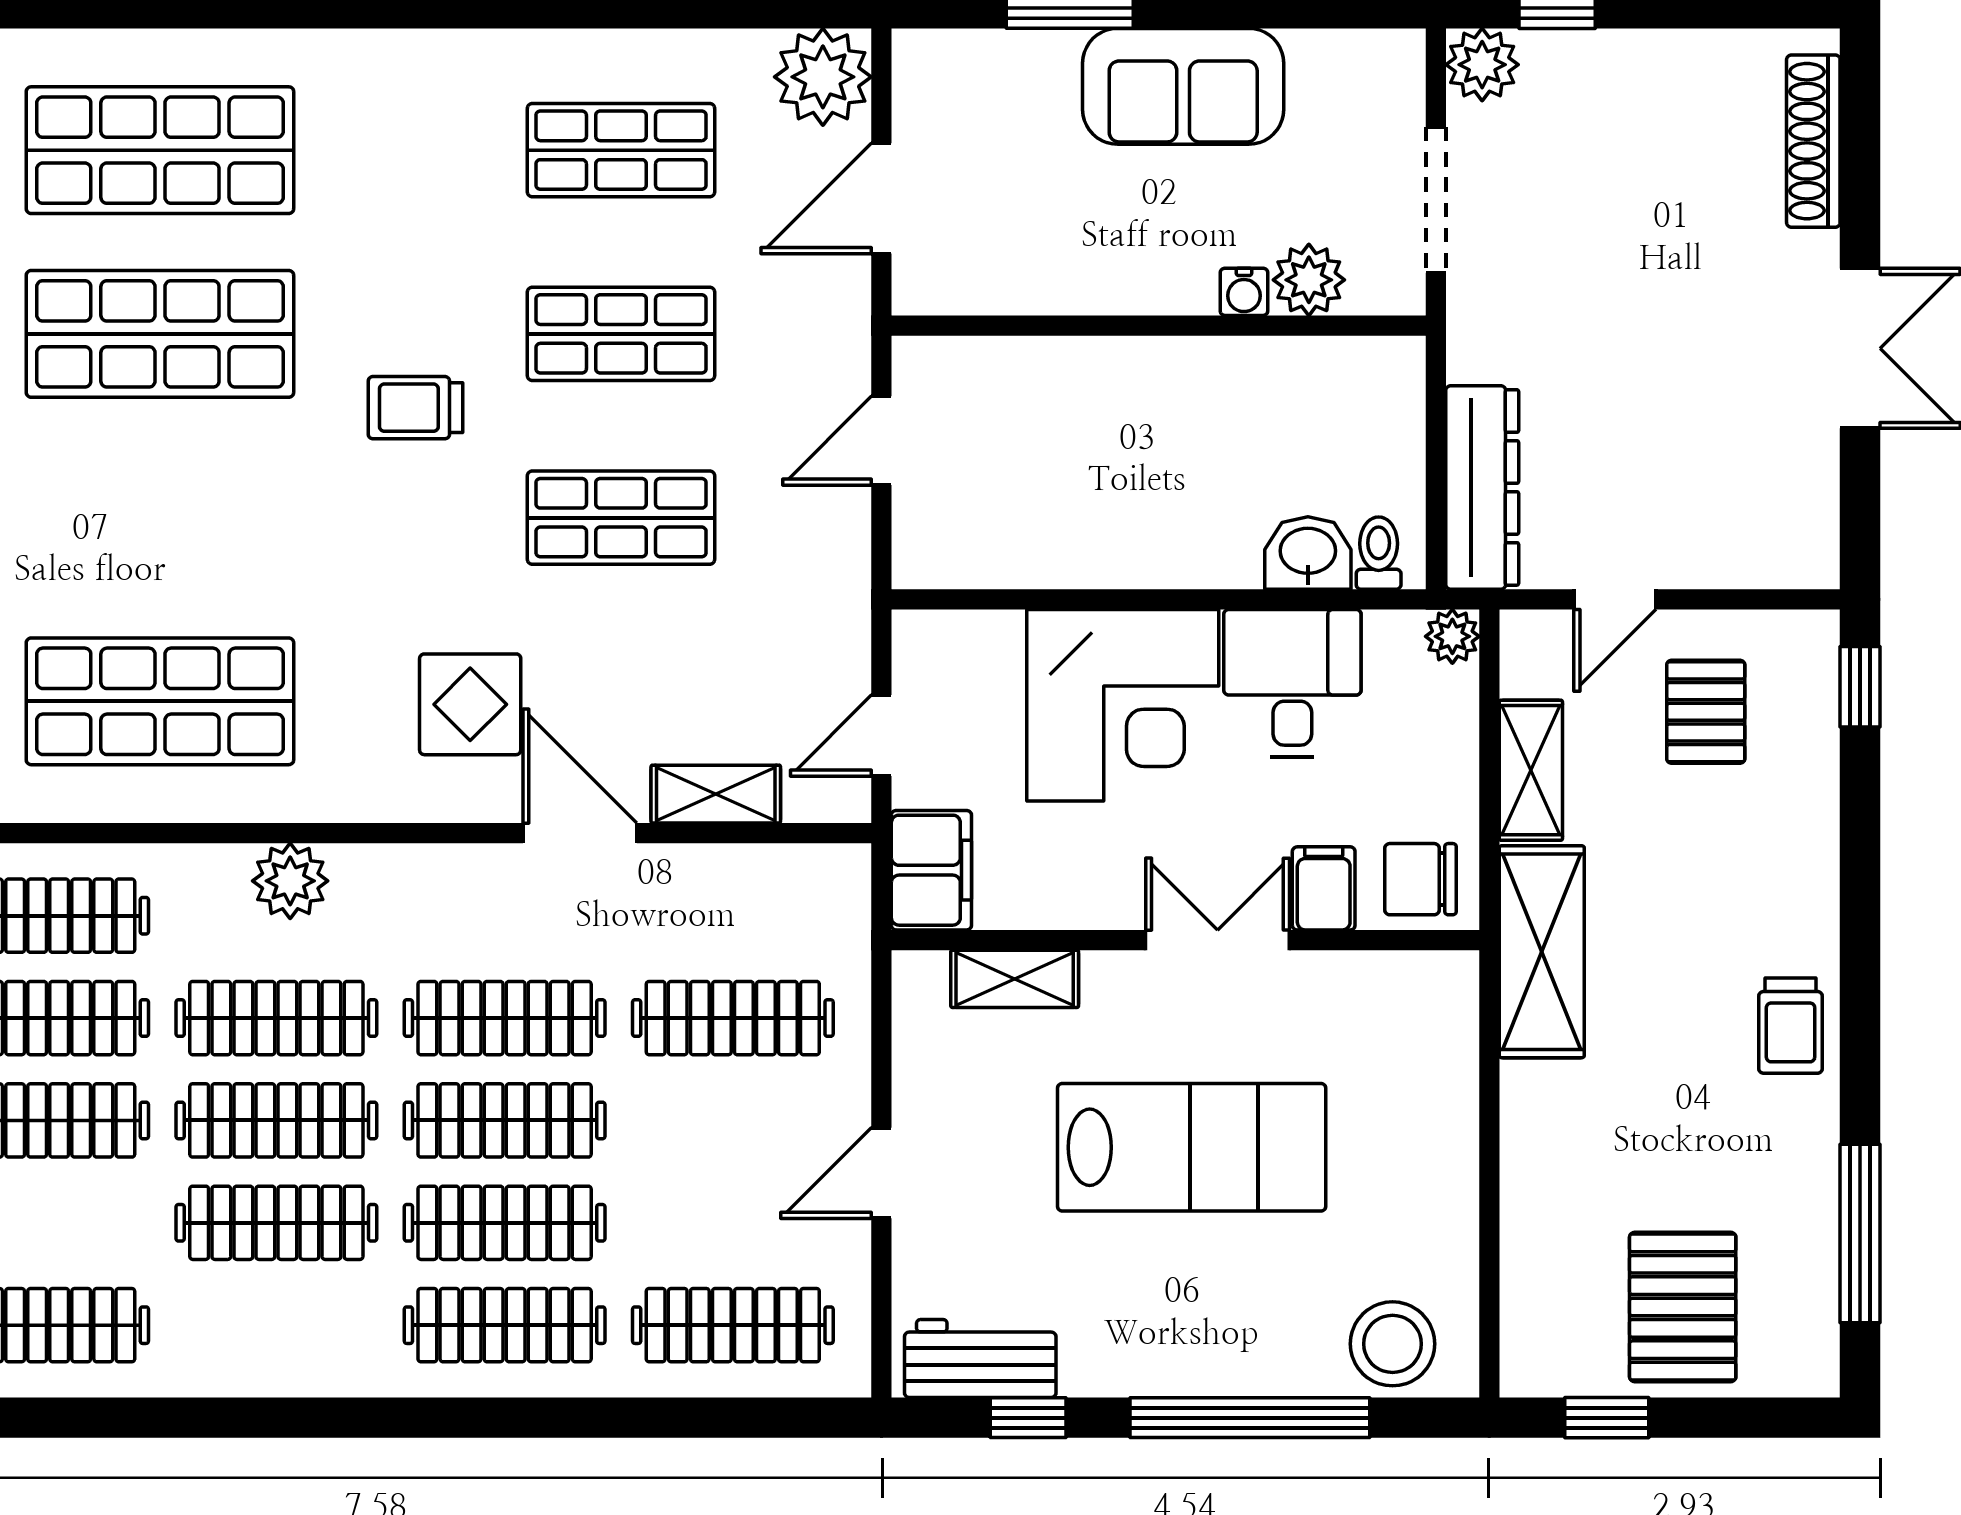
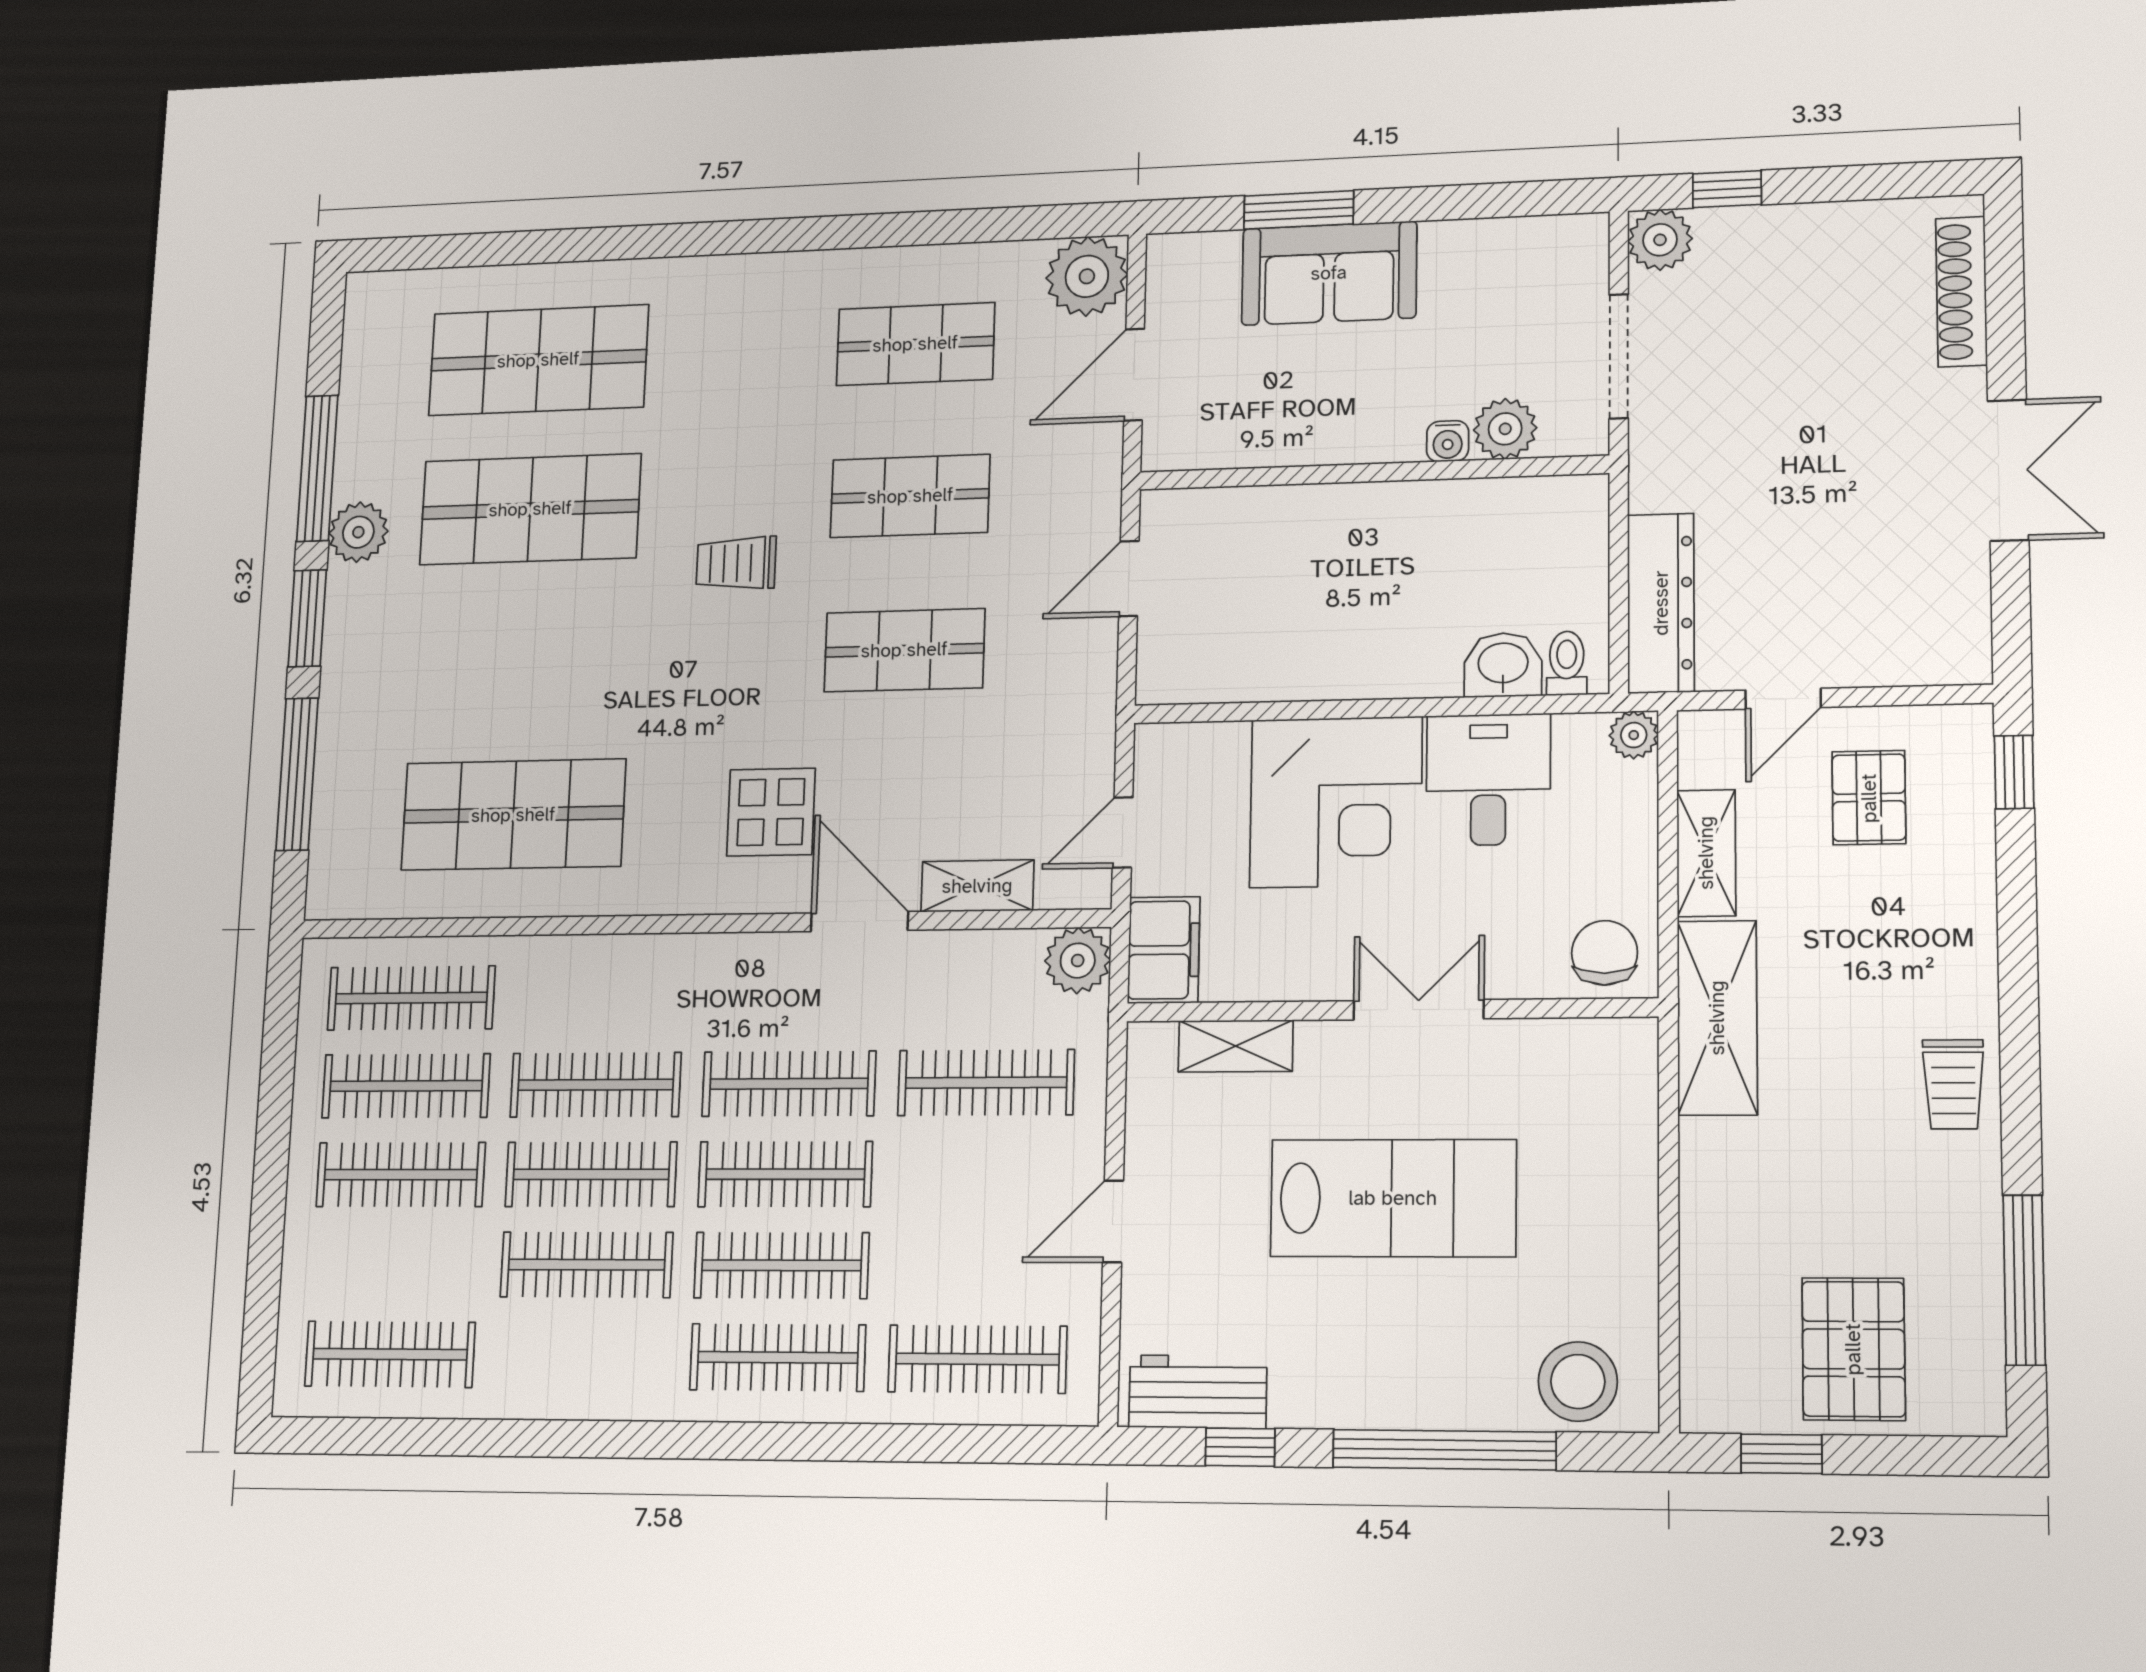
sofa: (1183, 86) -> (1329, 273), moved
chair: (1421, 879) -> (1605, 953), turned 90
plant: (290, 881) -> (1078, 961), moved
filing cabinet: (1324, 888) -> (1516, 962), removed

